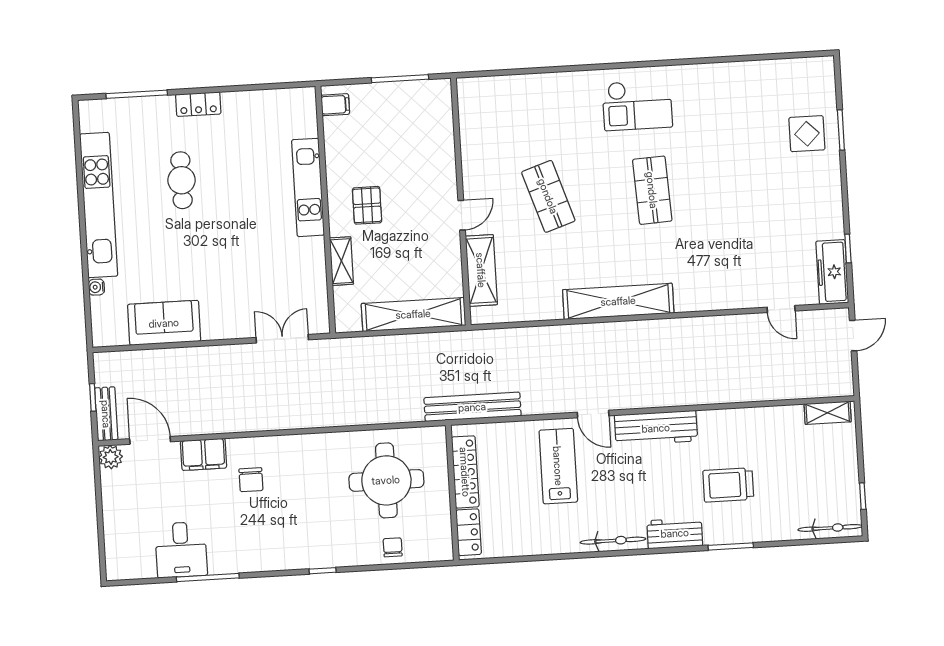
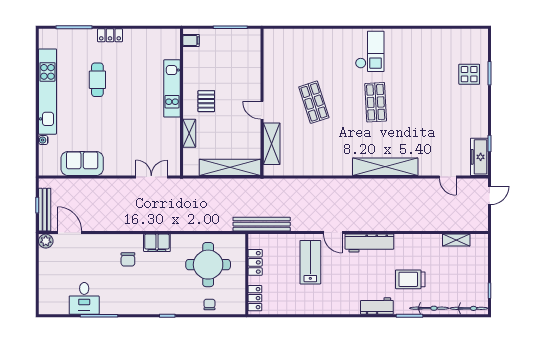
checkout: (637, 105) -> (370, 51), turned -90
door: (462, 215) -> (262, 110), swing flipped
shelving: (618, 301) -> (385, 167), moved
shelving: (828, 413) -> (456, 240), moved
bench: (106, 414) -> (45, 210), width x1.36
filing cabinet: (204, 454) -> (157, 243), moved
locker: (465, 472) -> (255, 262), width x0.66
bicycle: (613, 541) -> (429, 308), moved

